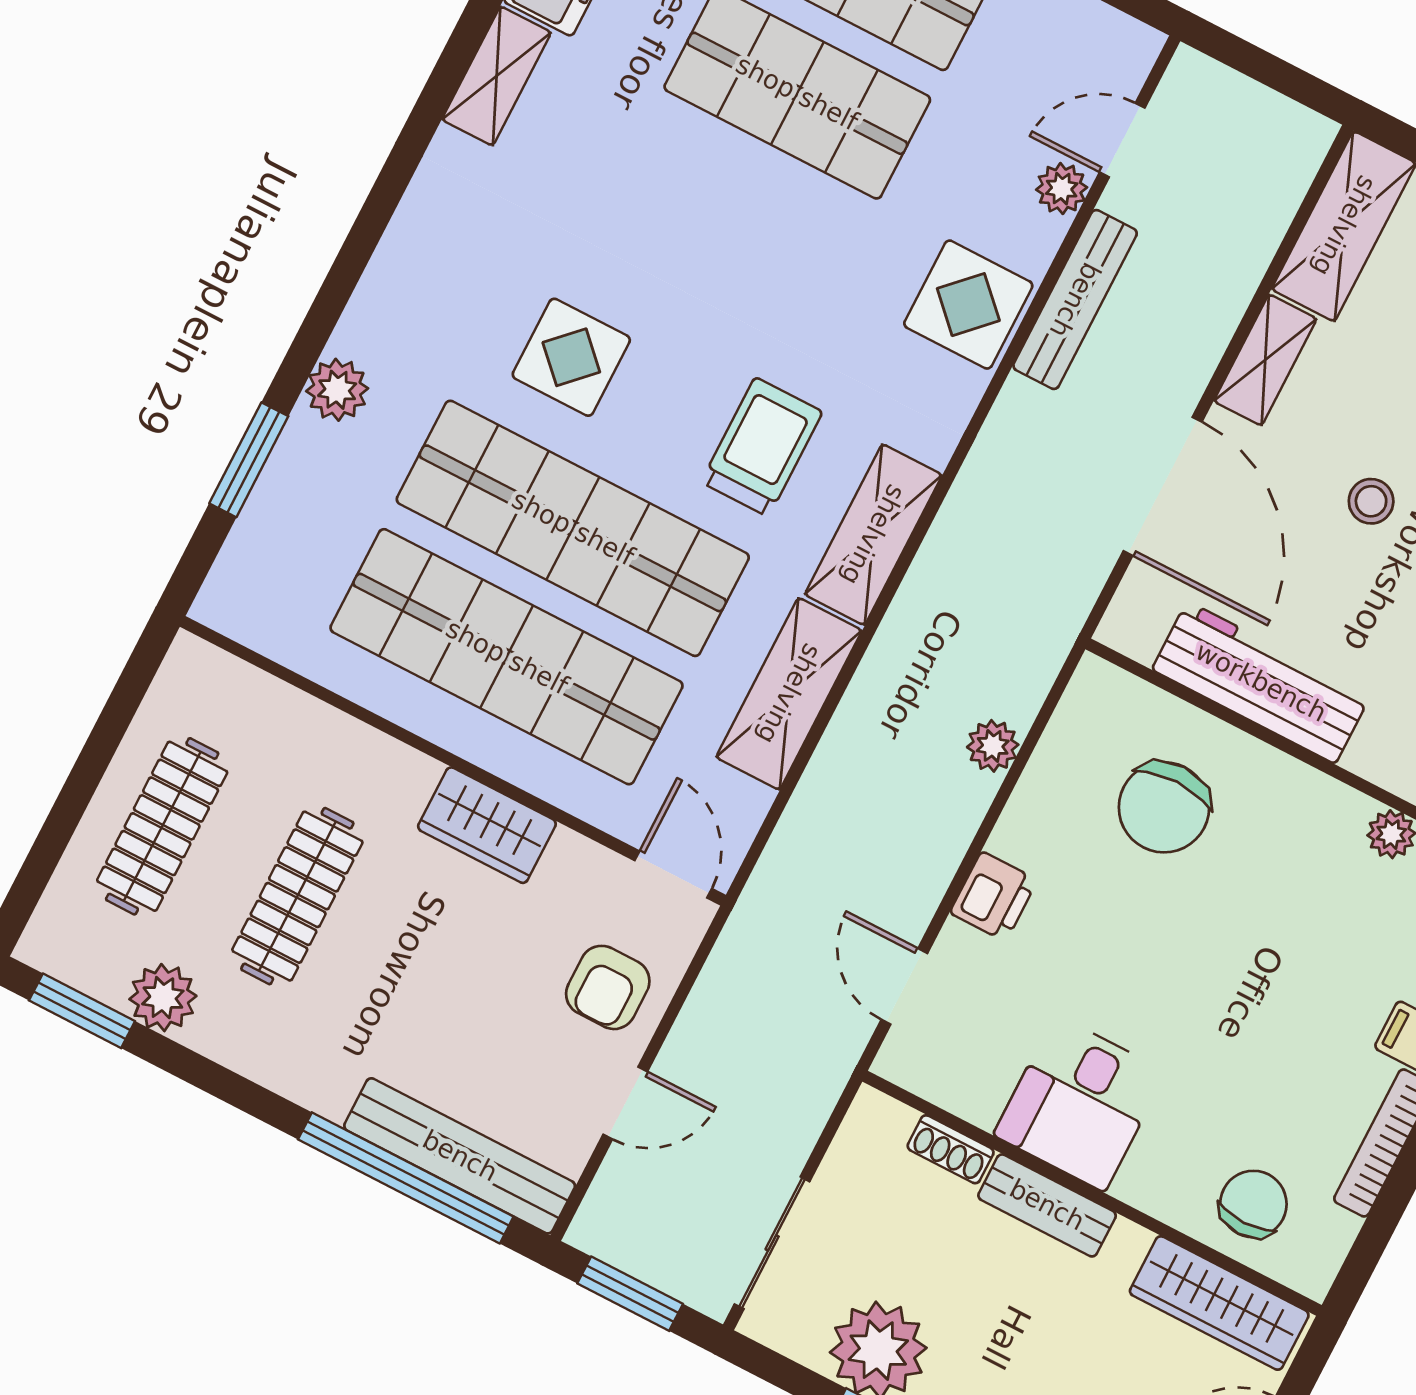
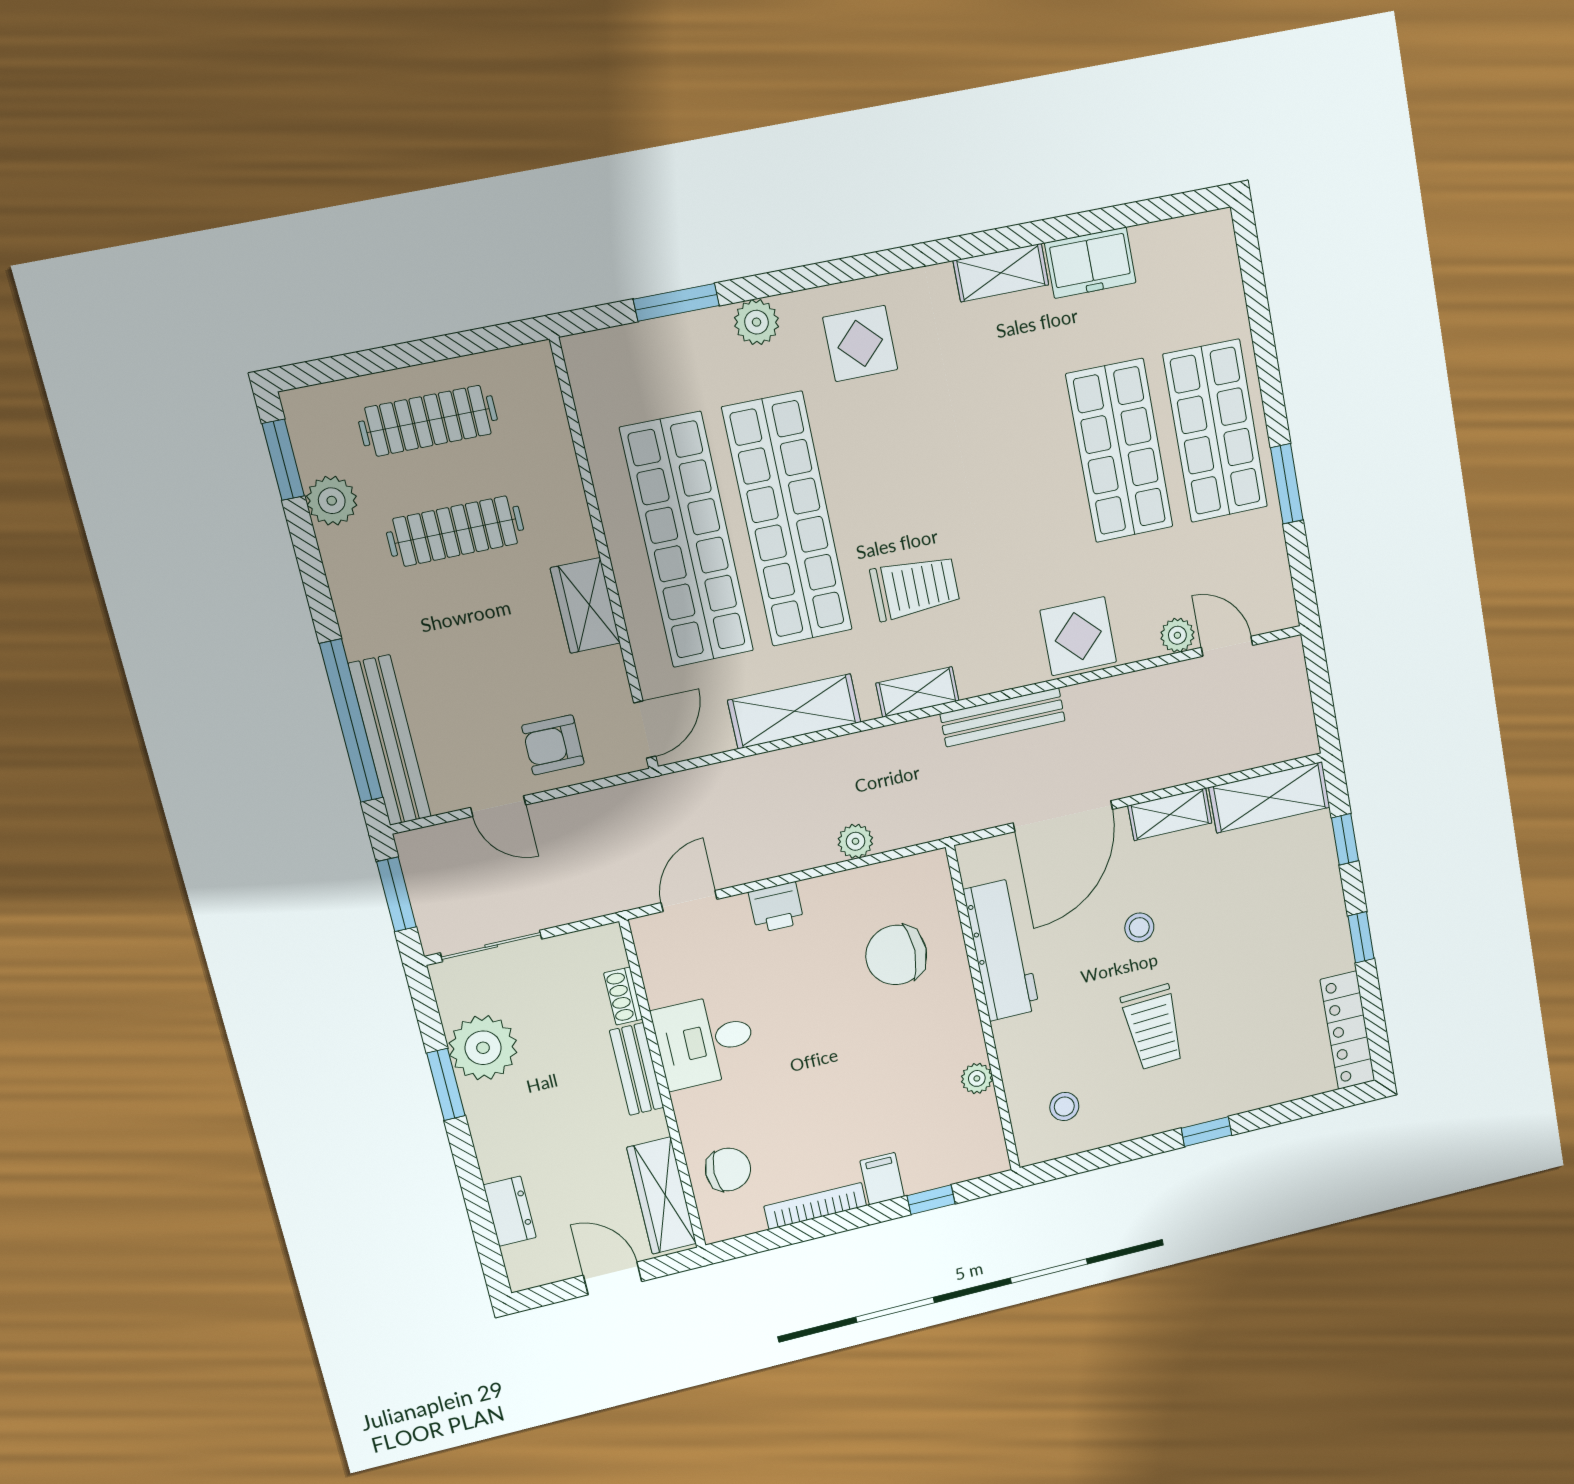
bench: (1075, 300) -> (1003, 717), moved
display table: (571, 357) -> (860, 343), moved
shelving: (873, 535) -> (917, 692), width x0.67, depth x0.75

